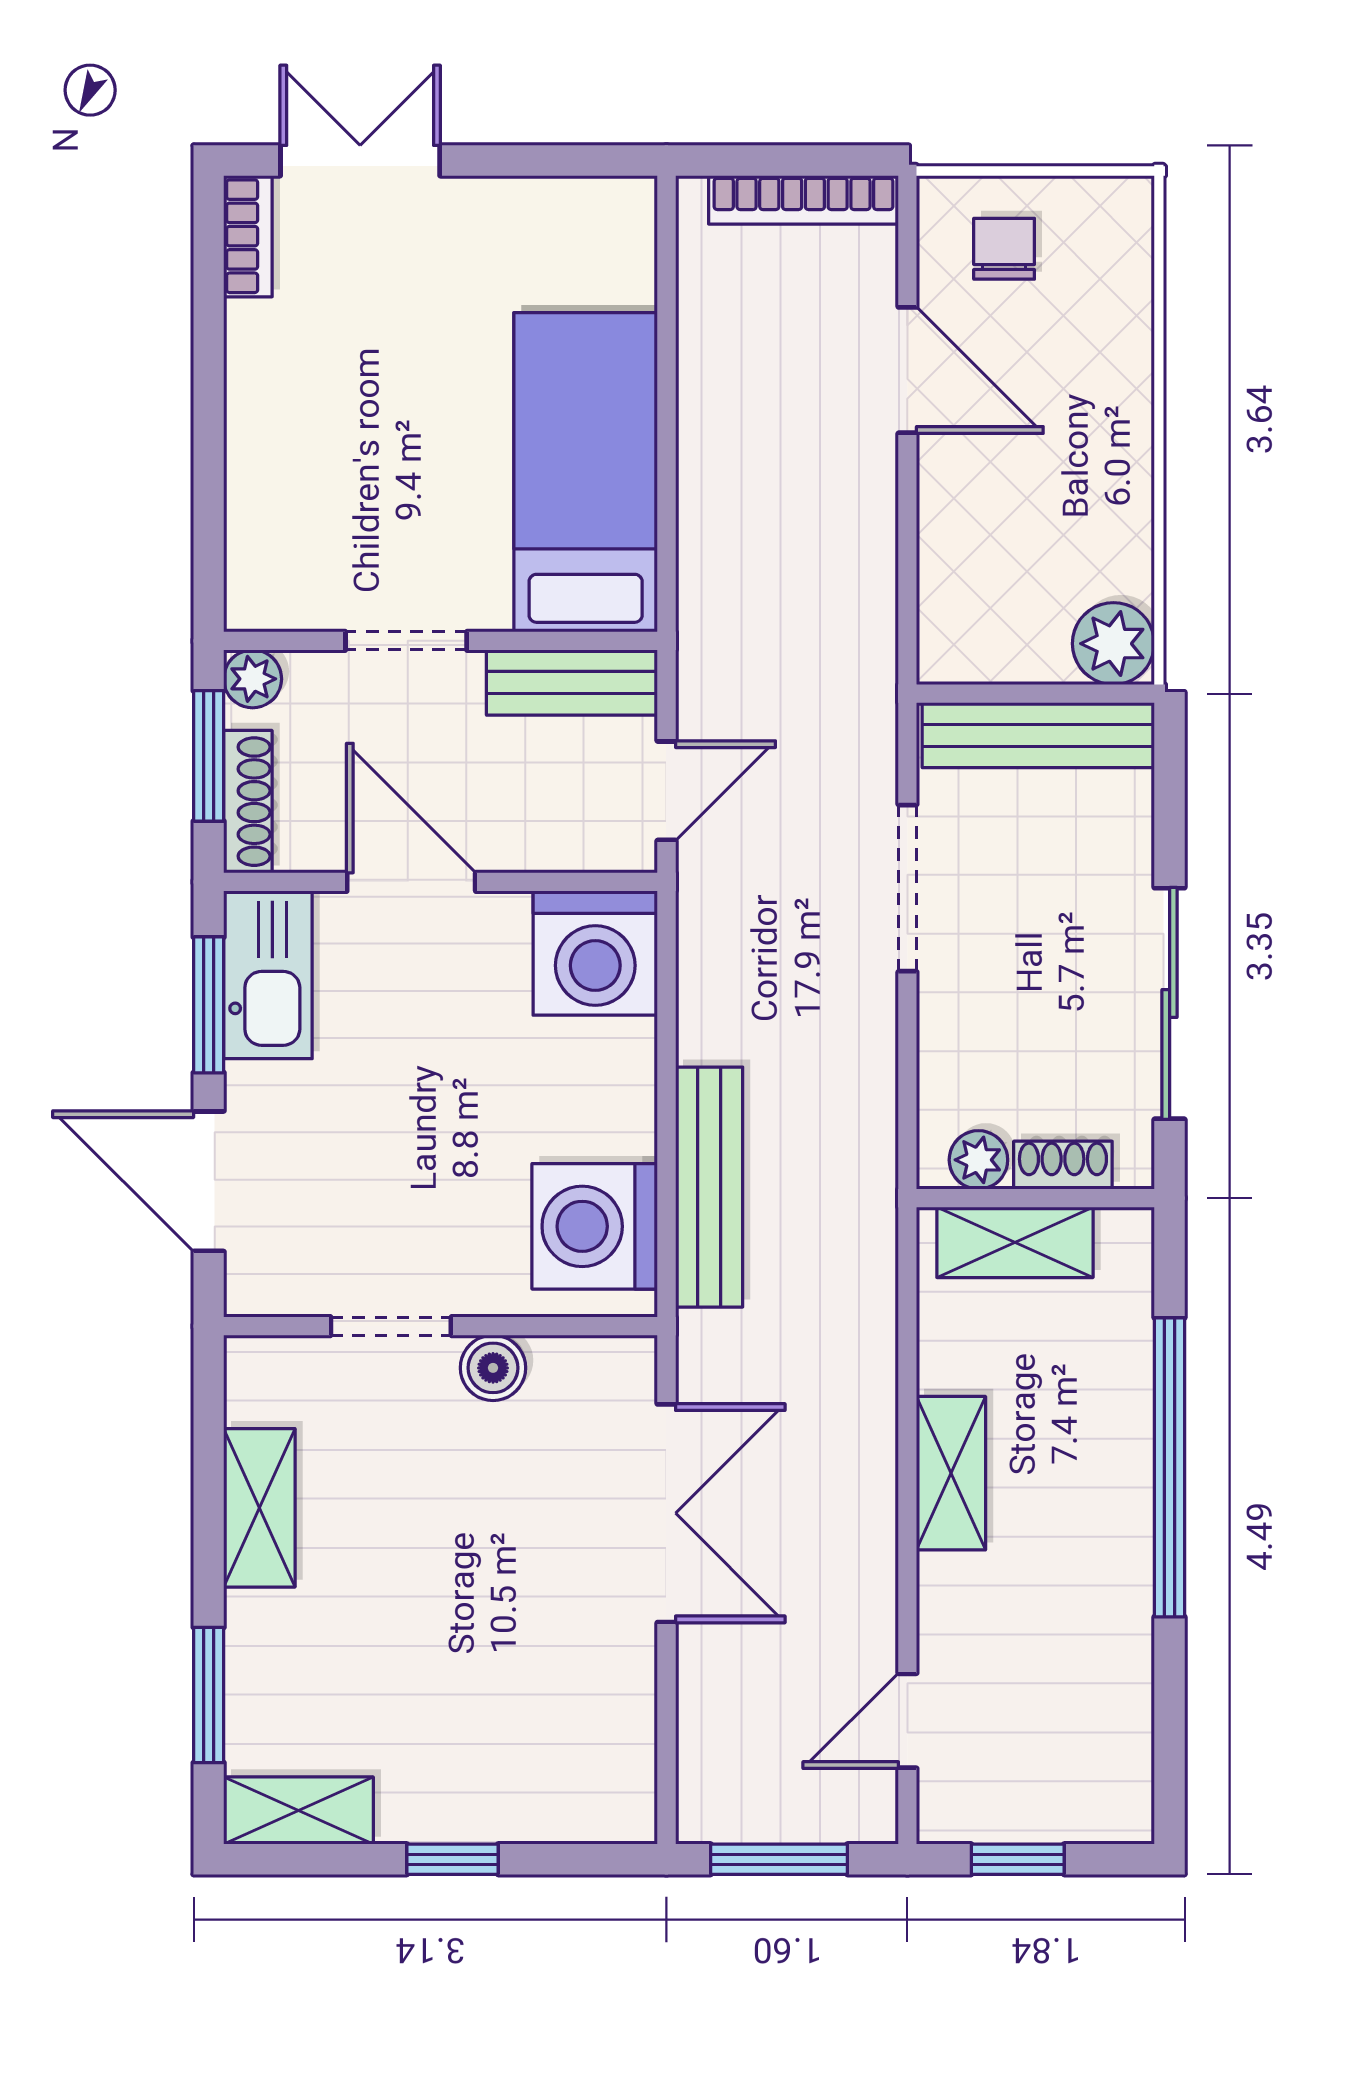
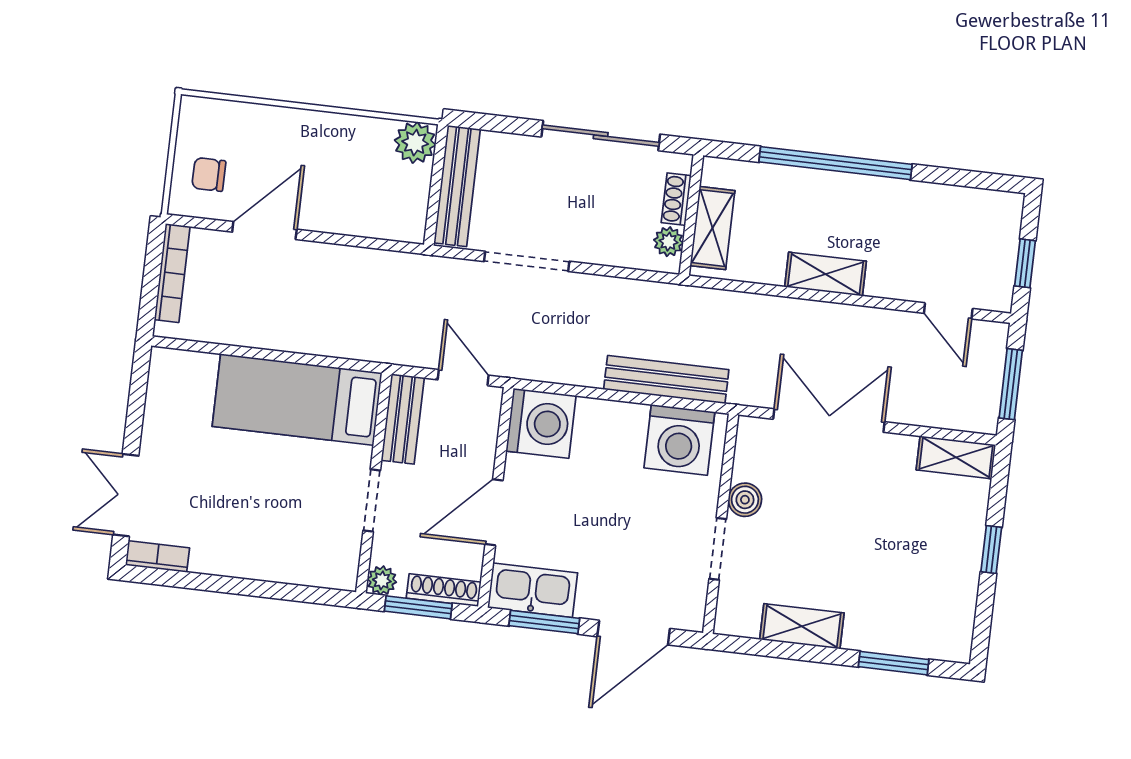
shelving: (298, 1811) -> (956, 457), moved, turned 90

